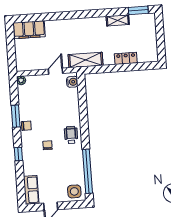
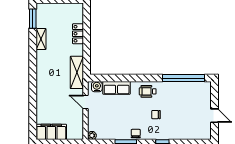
filing cabinet: (29, 30) -> (51, 132), moved, turned -90
row of seats: (31, 190) -> (117, 88), moved, turned 180
side table: (74, 191) -> (202, 92), removed

